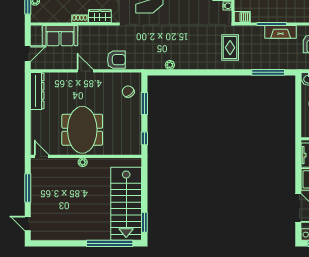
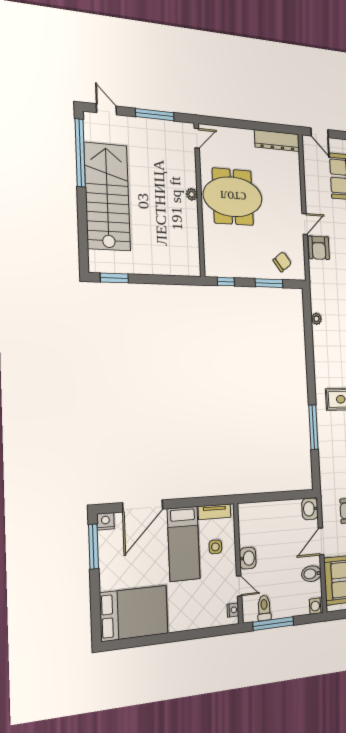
door: (85, 71) -> (305, 224), moved
window: (268, 72) -> (313, 427), moved
stairs: (126, 204) -> (107, 197), moved, turned 90
door: (28, 224) -> (106, 109), hinge flipped
window: (110, 243) -> (80, 153), moved

